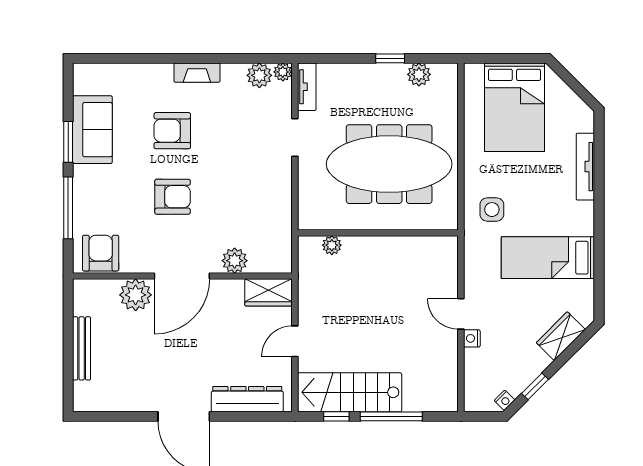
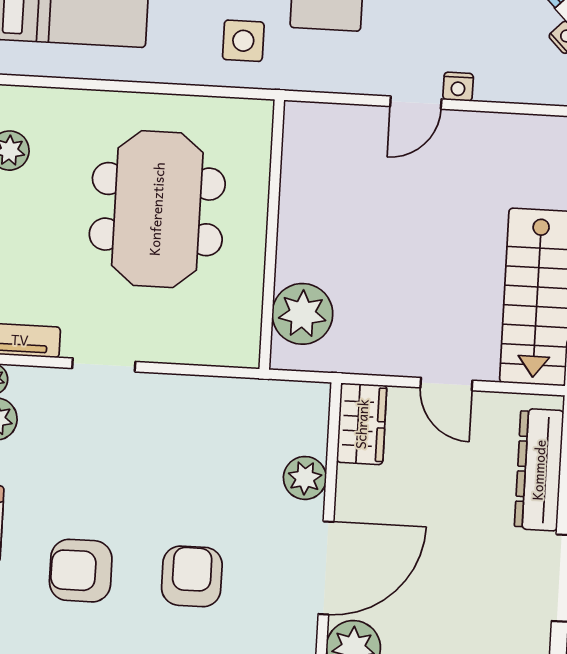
armchair: (172, 131) -> (81, 571), turned 90
meeting table: (389, 164) -> (157, 209), width x0.73
plant: (332, 245) -> (302, 314), width x1.87, depth x1.87
door: (182, 276) -> (326, 568), hinge flipped

